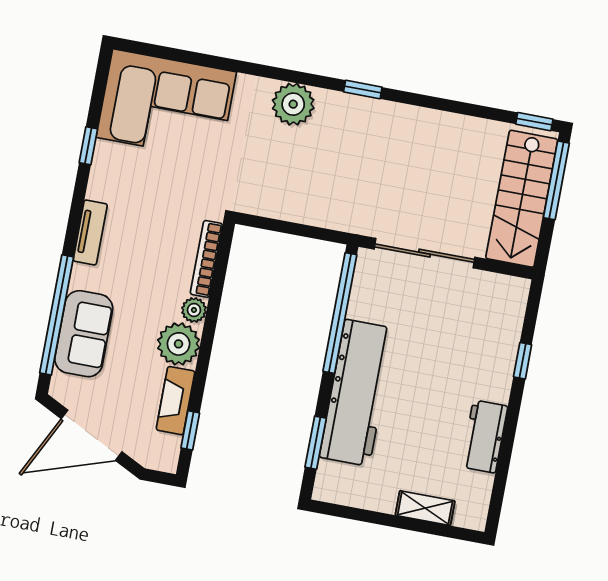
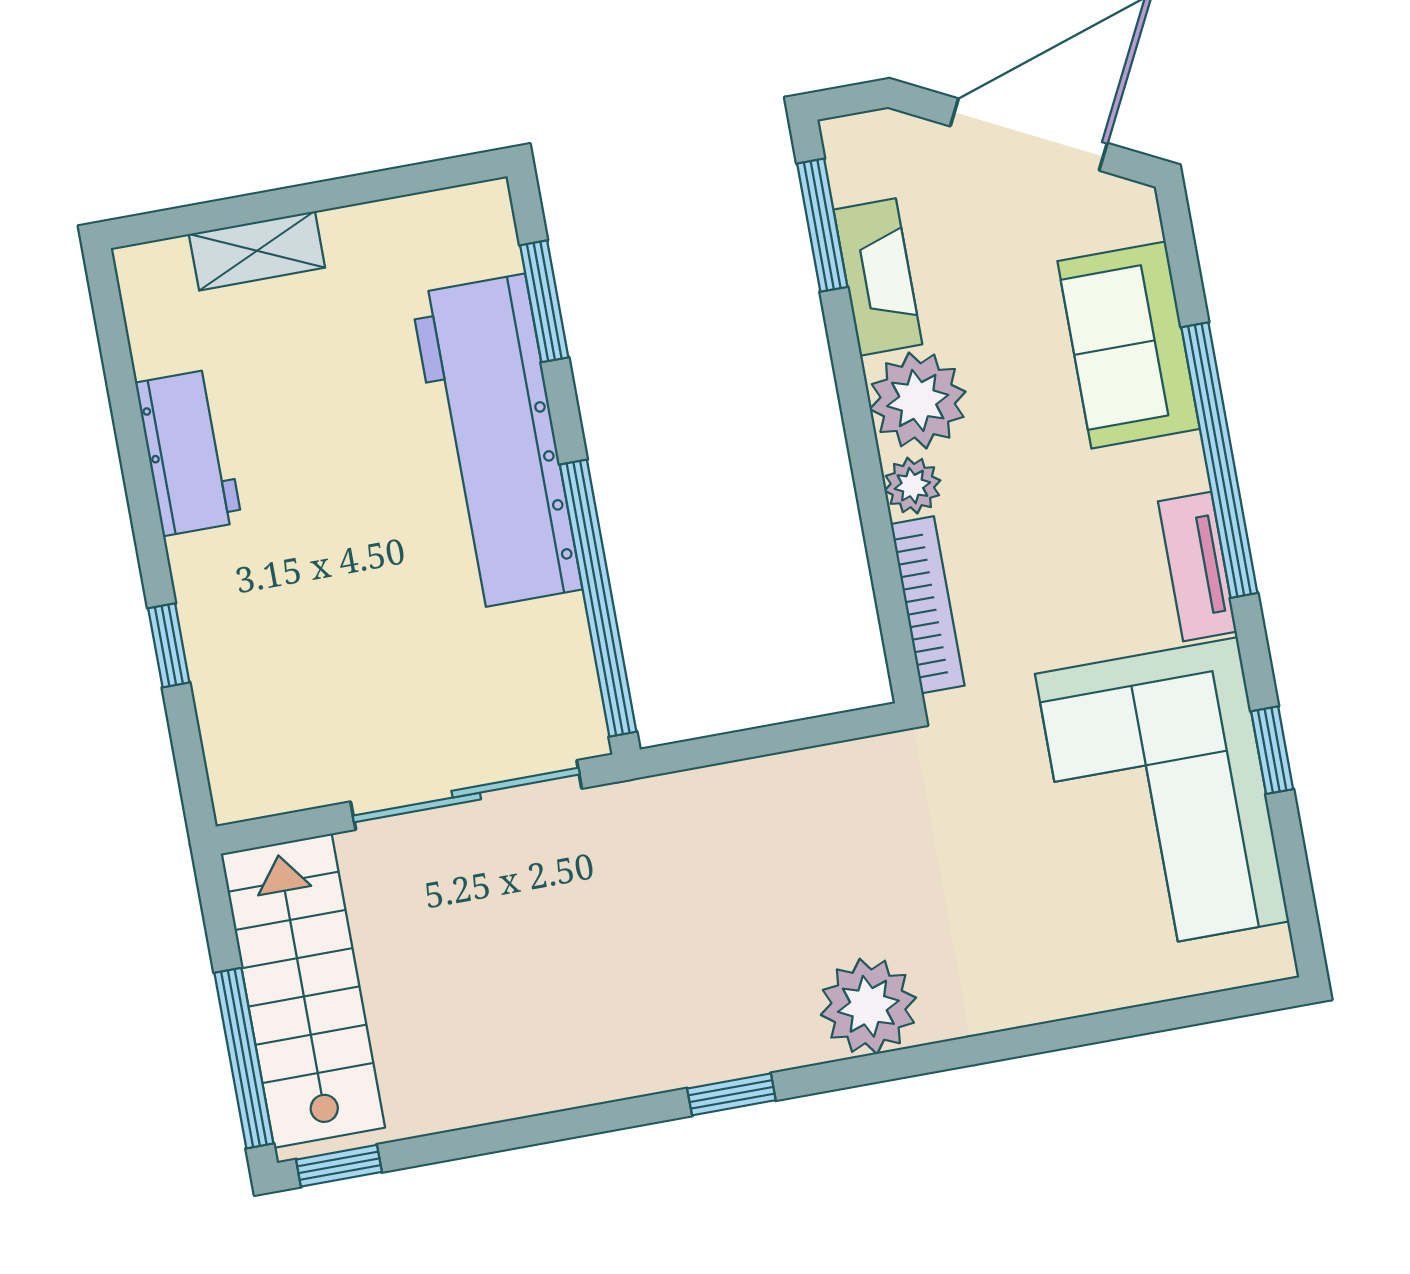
corner sofa: (166, 105) -> (1162, 798), moved, turned -90
window: (57, 315) -> (1219, 460), moved
window: (190, 430) -> (822, 225), width x1.50

